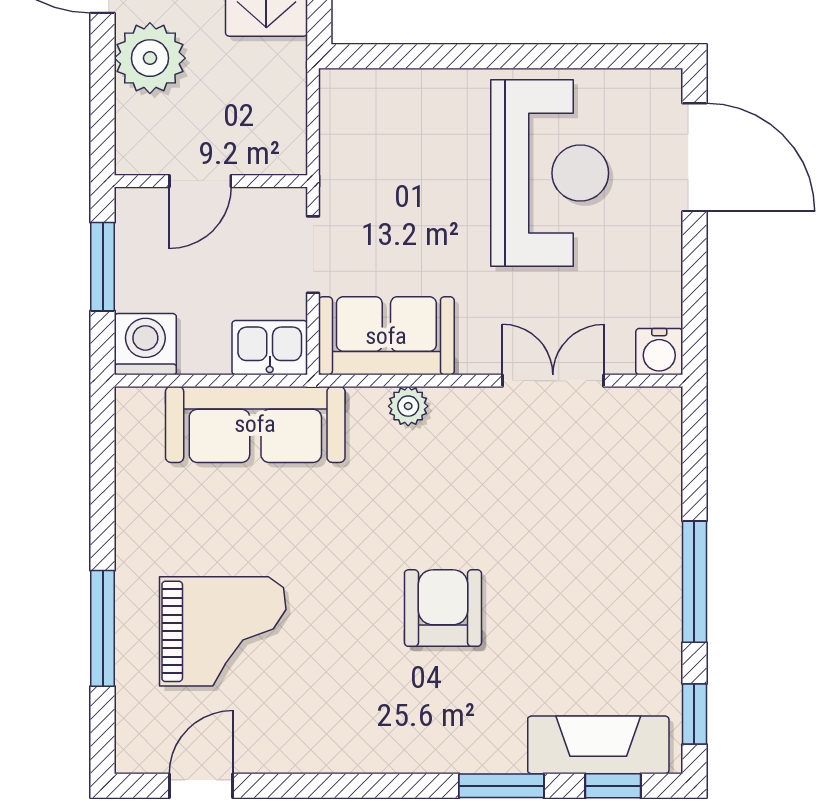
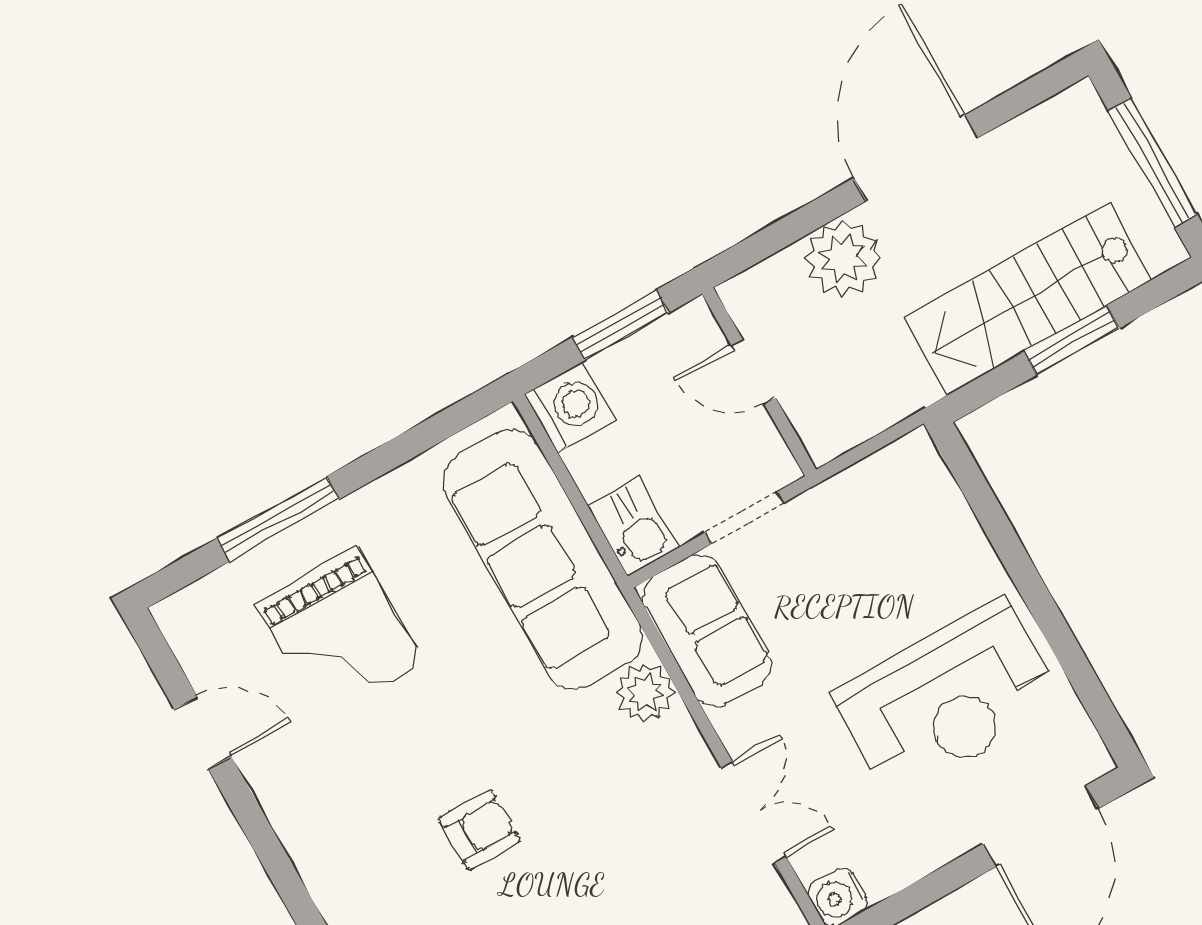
plant: (408, 406) -> (645, 693), width x1.38, depth x1.38
sofa: (255, 424) -> (543, 559), width x1.36, depth x1.27
armchair: (443, 608) -> (480, 830), width x0.72, depth x0.72
door: (201, 786) -> (203, 732), moved

